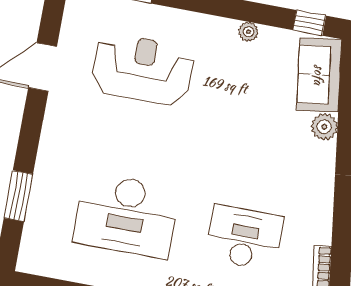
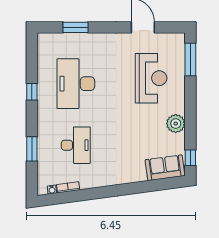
plant: (248, 32) -> (176, 124), width x1.88, depth x1.88
plant: (324, 127) -> (139, 175), removed

